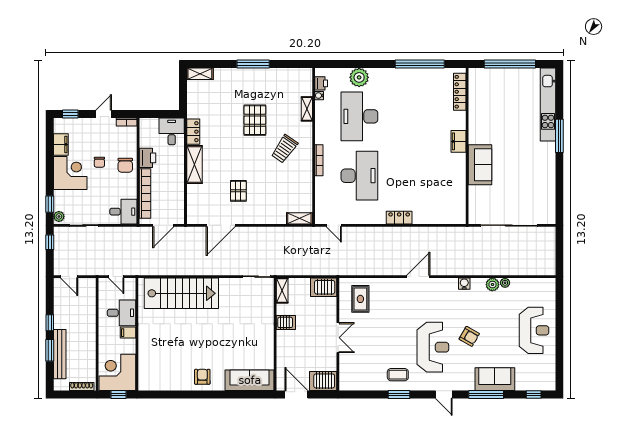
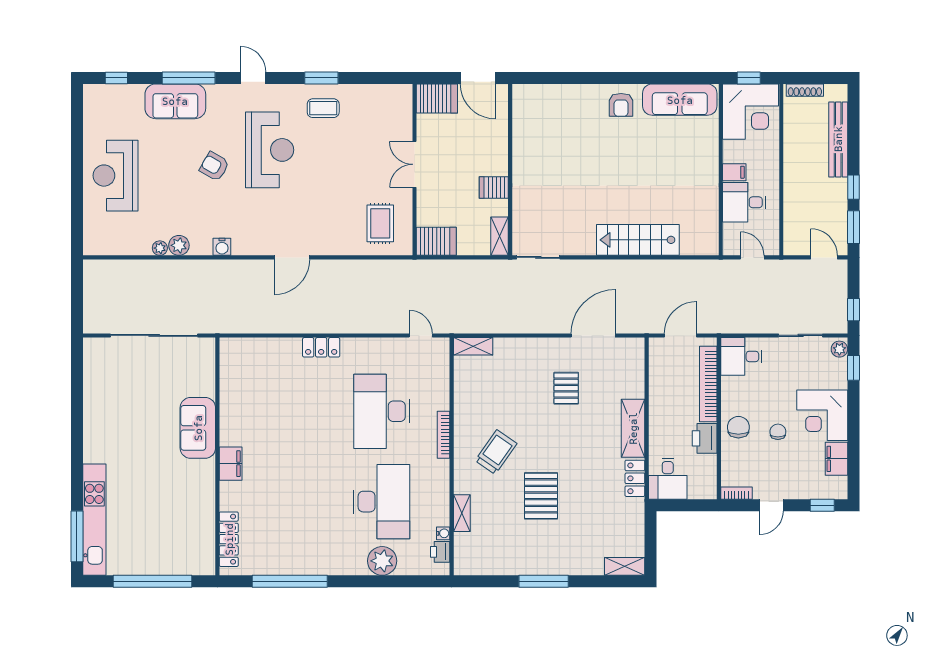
window: (559, 136) -> (77, 536), moved
stairs: (181, 293) -> (638, 240), width x0.73, depth x0.66
reception desk: (433, 347) -> (270, 150), turned 180
window: (50, 350) -> (853, 227), moved
sofa: (250, 380) -> (680, 100), moved

